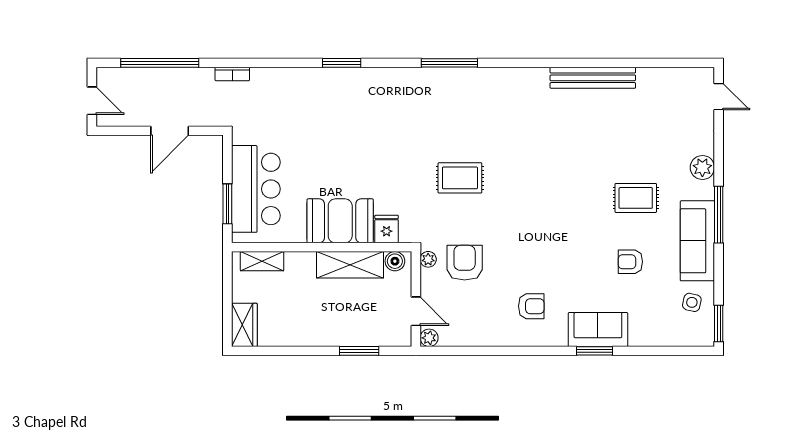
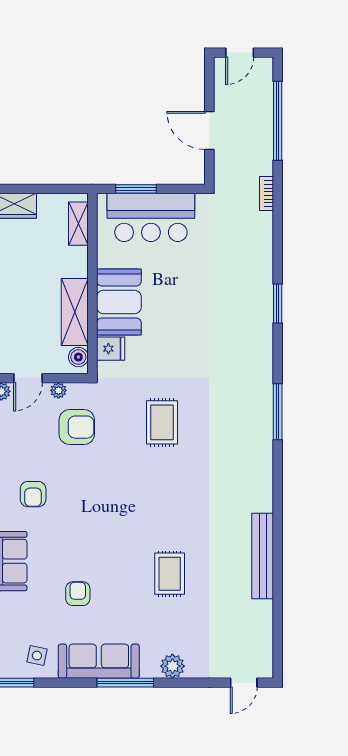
rug: (636, 198) -> (170, 574), moved
plant: (428, 259) -> (58, 390), moved

